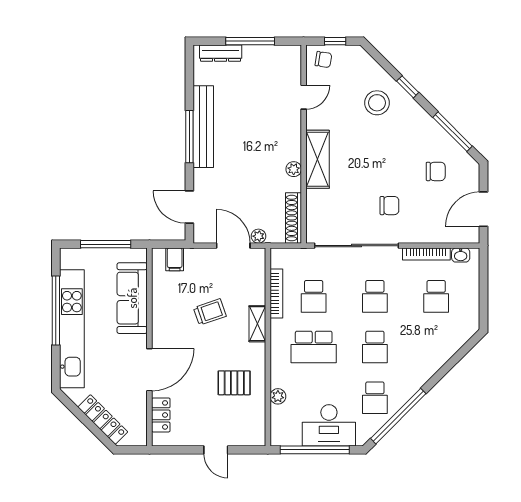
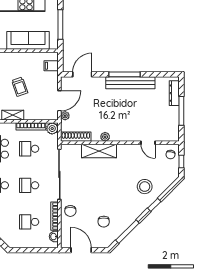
shelving: (317, 159) -> (99, 151), moved
chair: (389, 206) -> (70, 211), moved
plant: (280, 258) -> (52, 129), added

